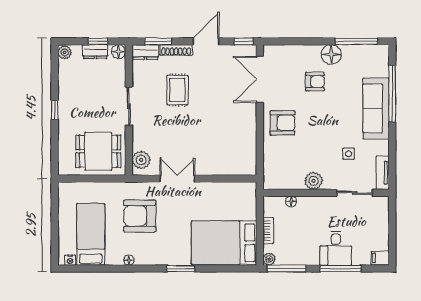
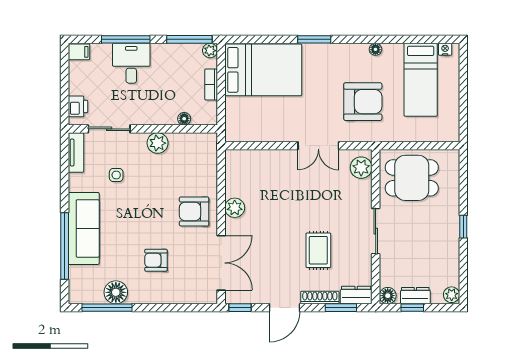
floor lamp: (331, 54) -> (116, 292), moved
plant: (248, 126) -> (235, 208), added
printer: (381, 212) -> (78, 106), added

